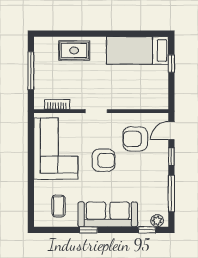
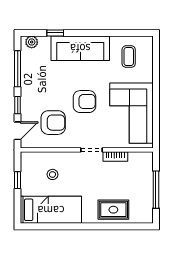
window: (171, 64) -> (18, 180), moved
stool: (136, 86) -> (52, 174), added
bookcase: (57, 104) -> (115, 157), moved
armchair: (103, 160) -> (85, 102), turned 180
window: (88, 230) -> (99, 33), removed
window: (147, 230) -> (55, 33), moved

